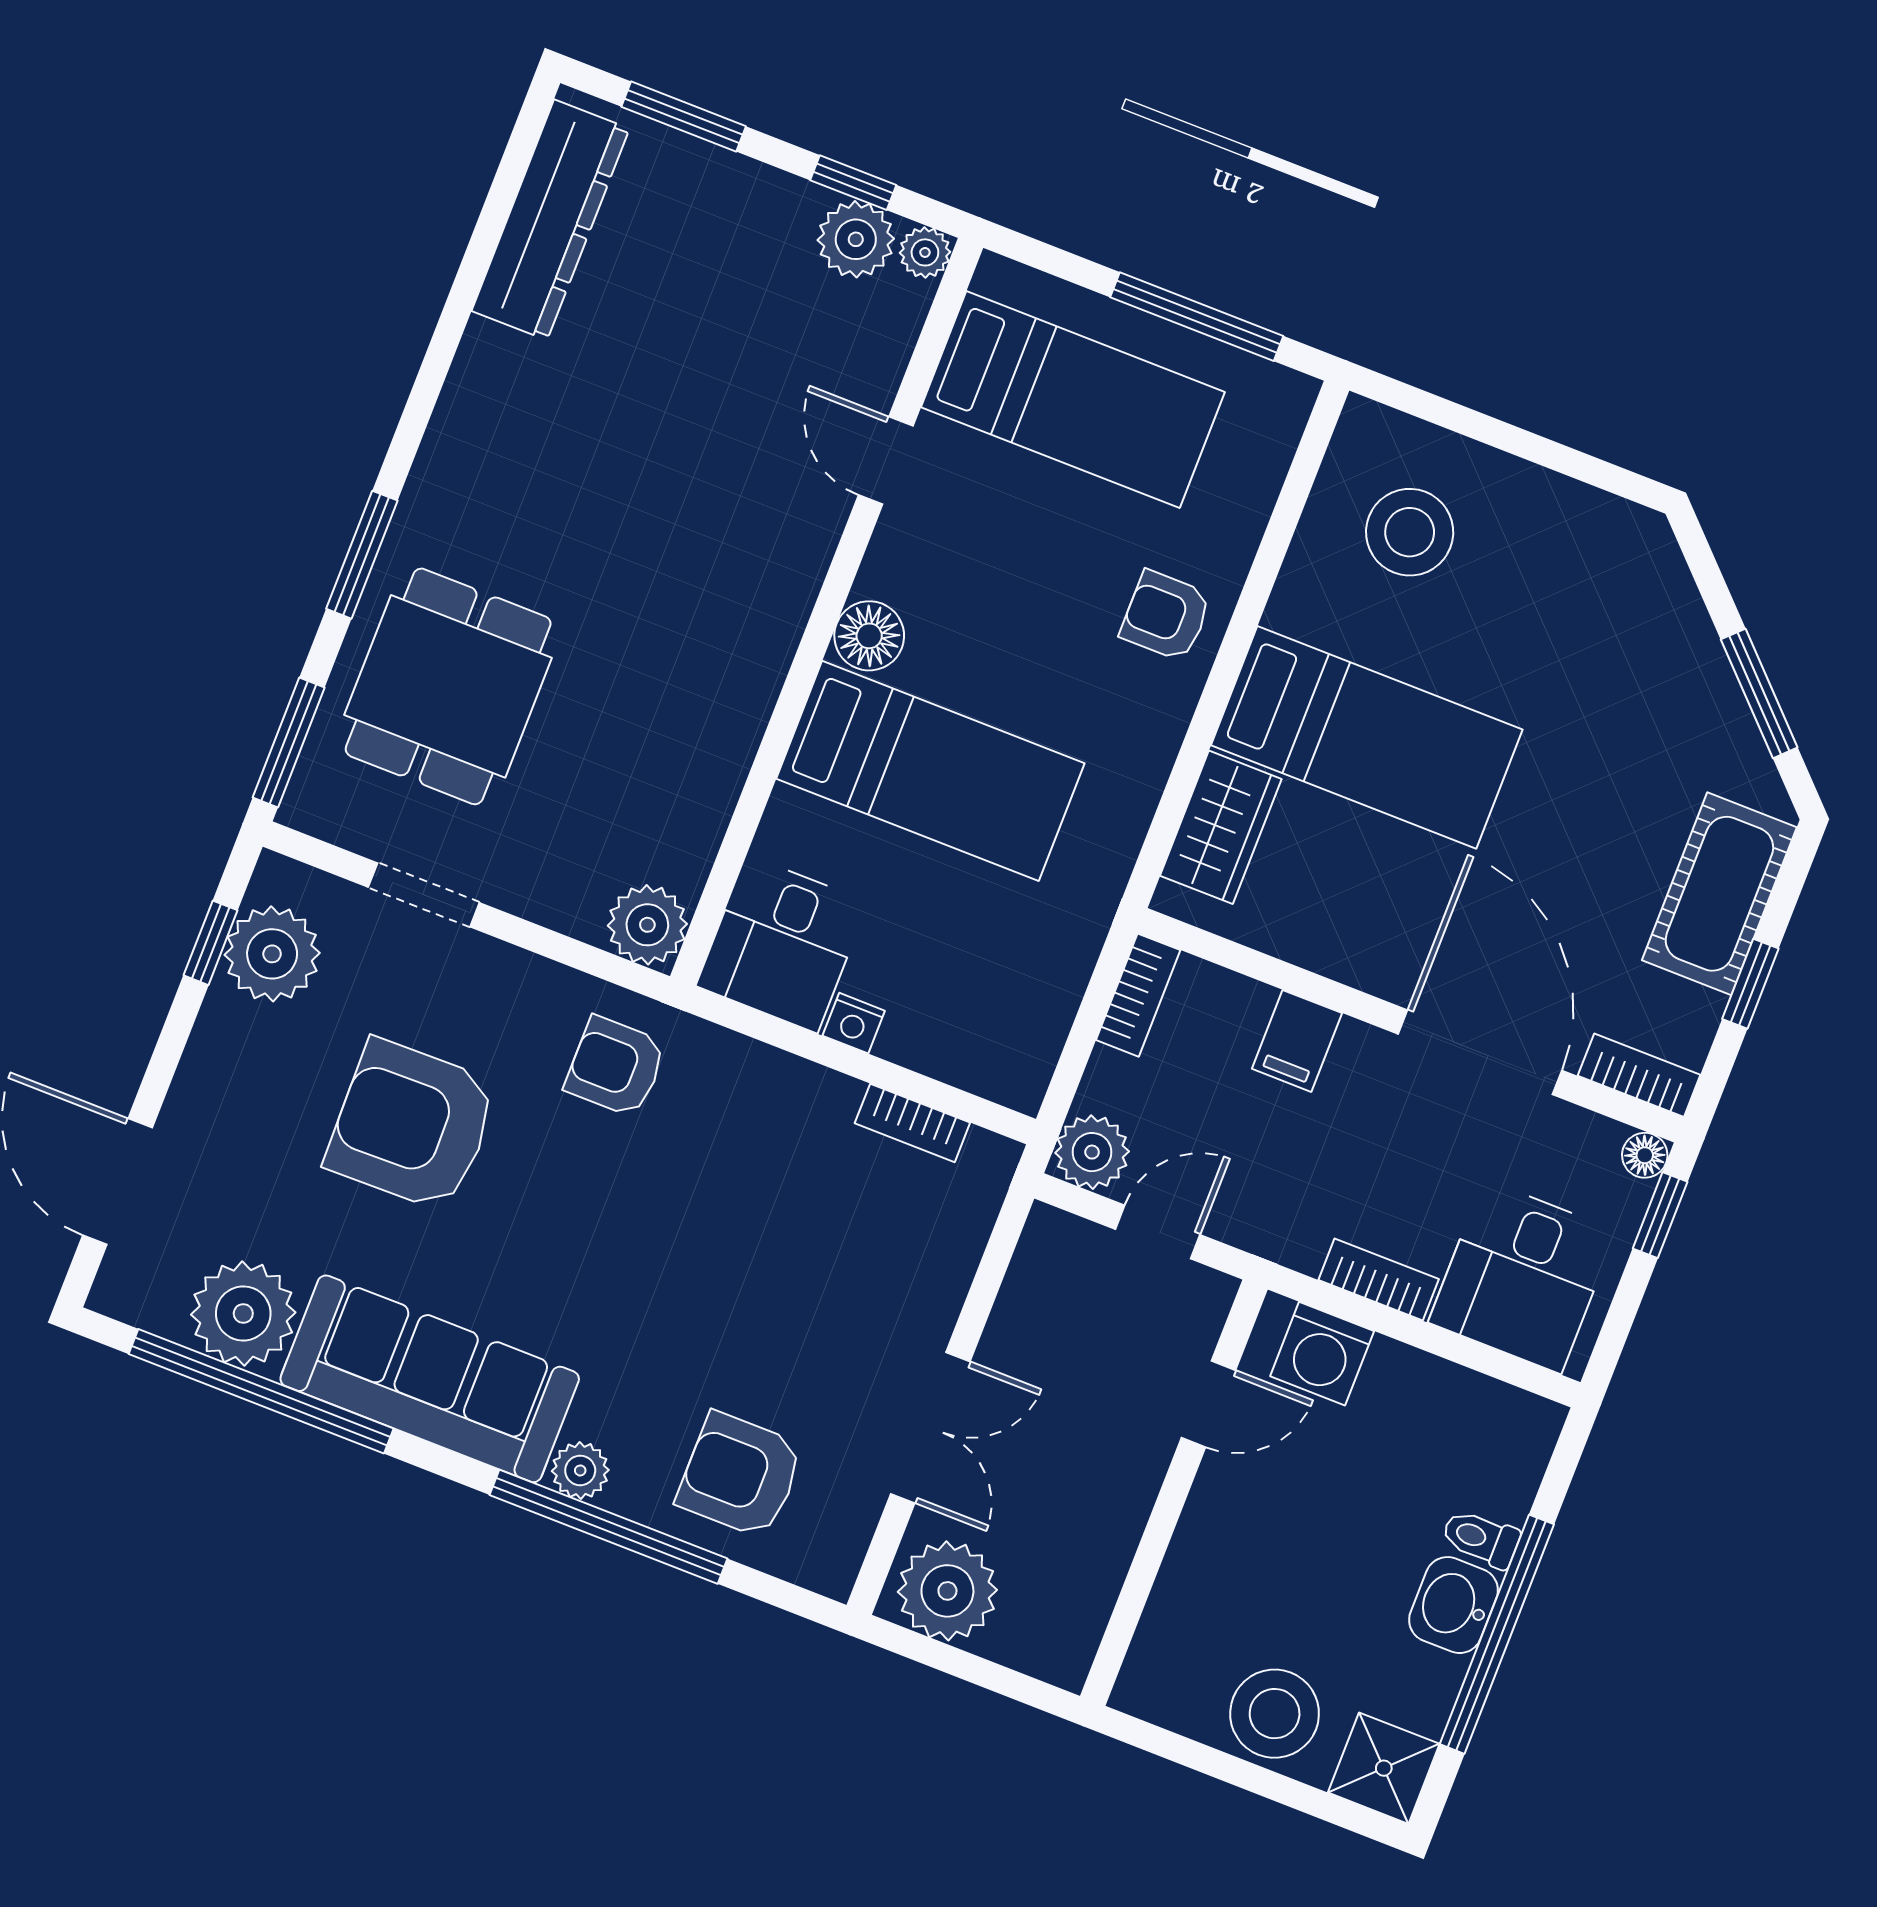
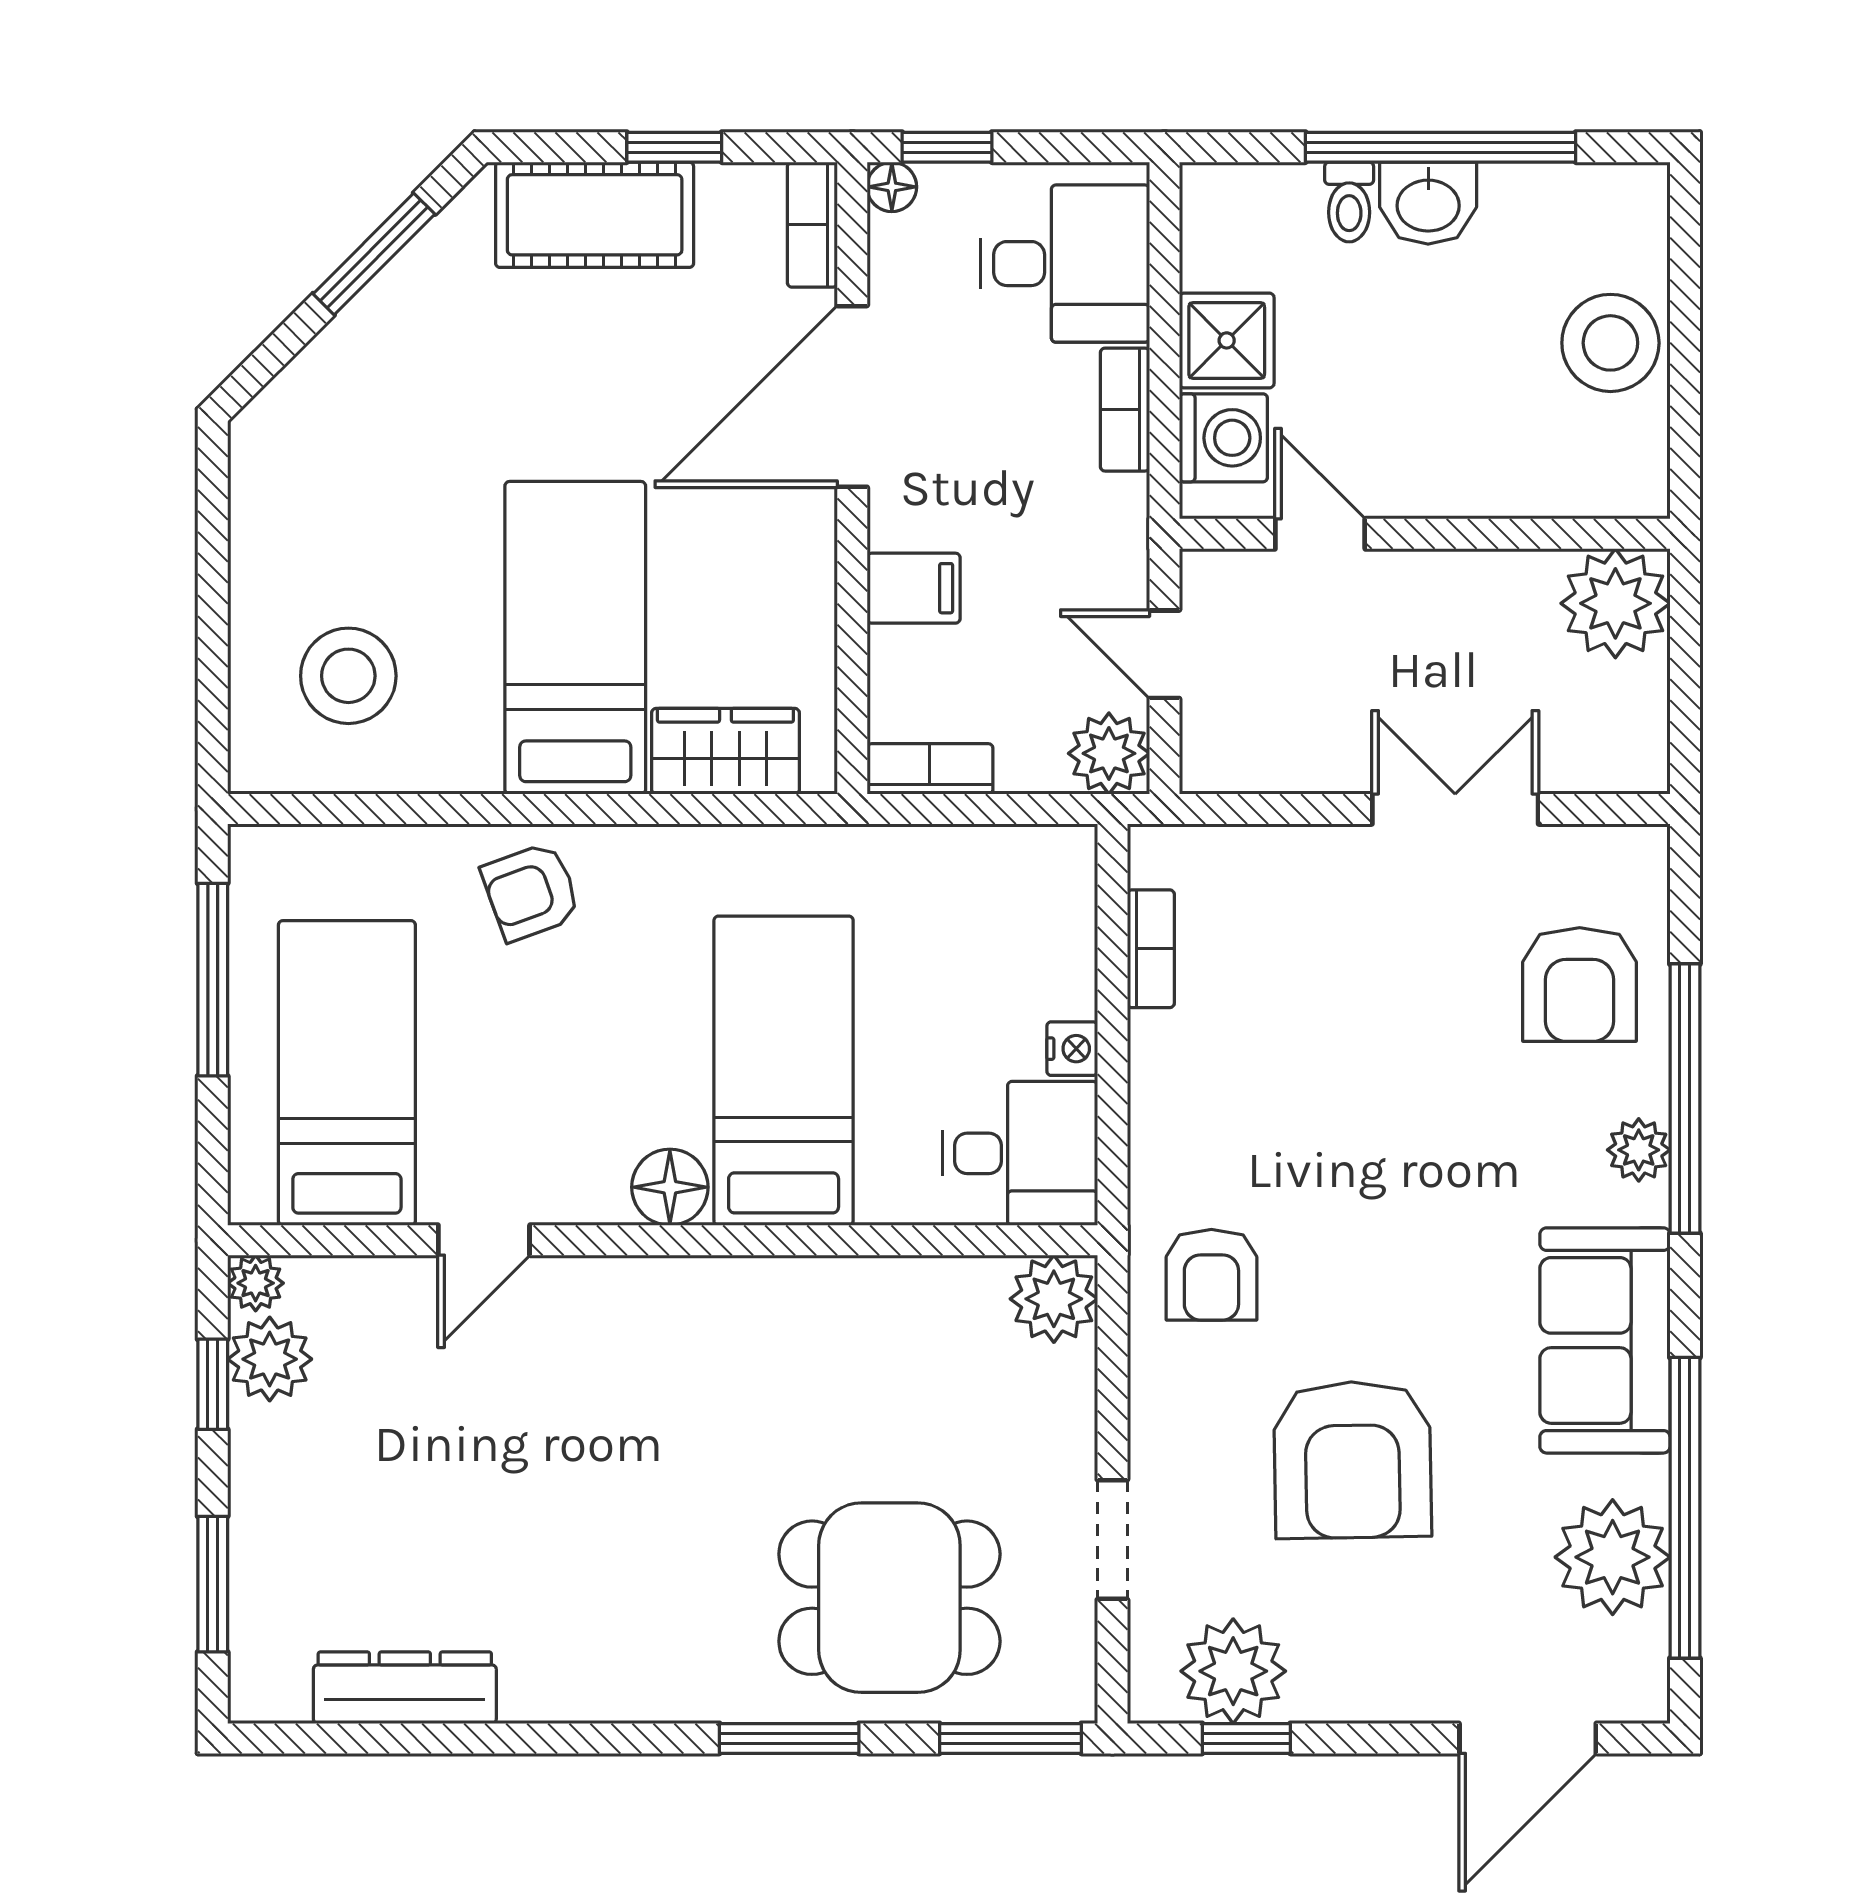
dresser: (551, 220) -> (405, 1688), width x0.73, depth x0.80
armchair: (1166, 616) -> (531, 892), turned 70
sofa: (430, 1379) -> (1605, 1340), width x0.73
plant: (947, 1591) -> (1615, 603), moved
shower: (1384, 1768) -> (1227, 340), moved

